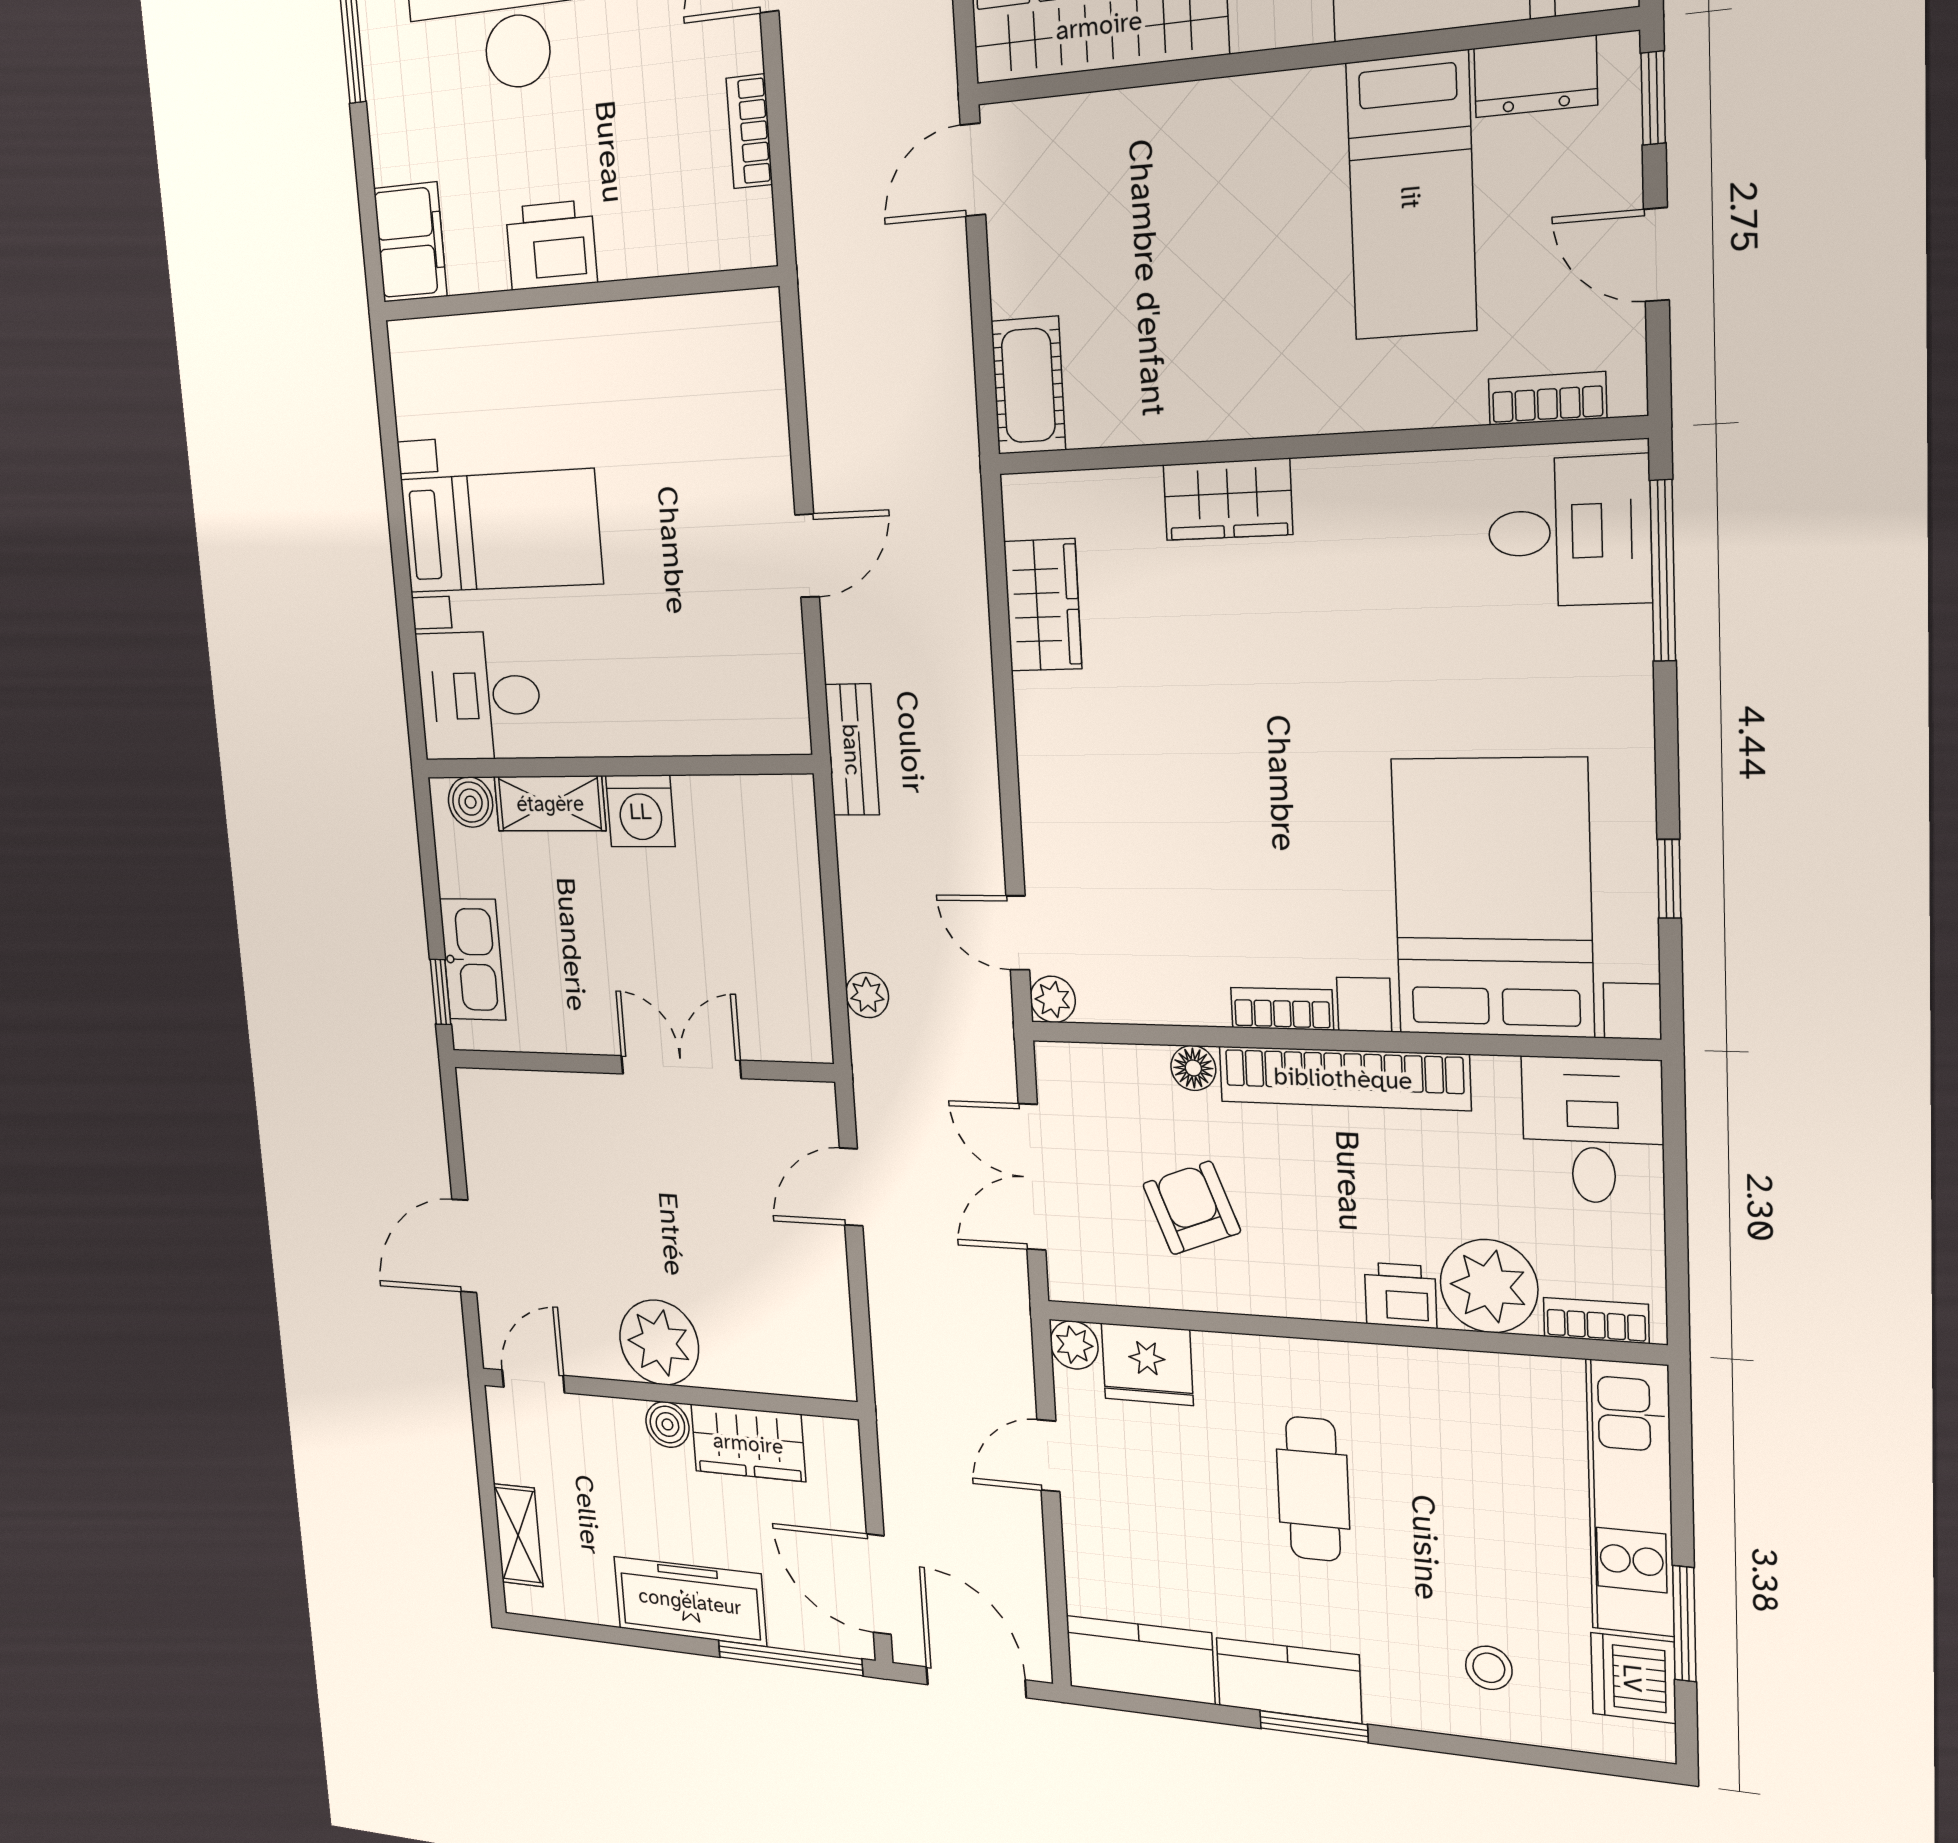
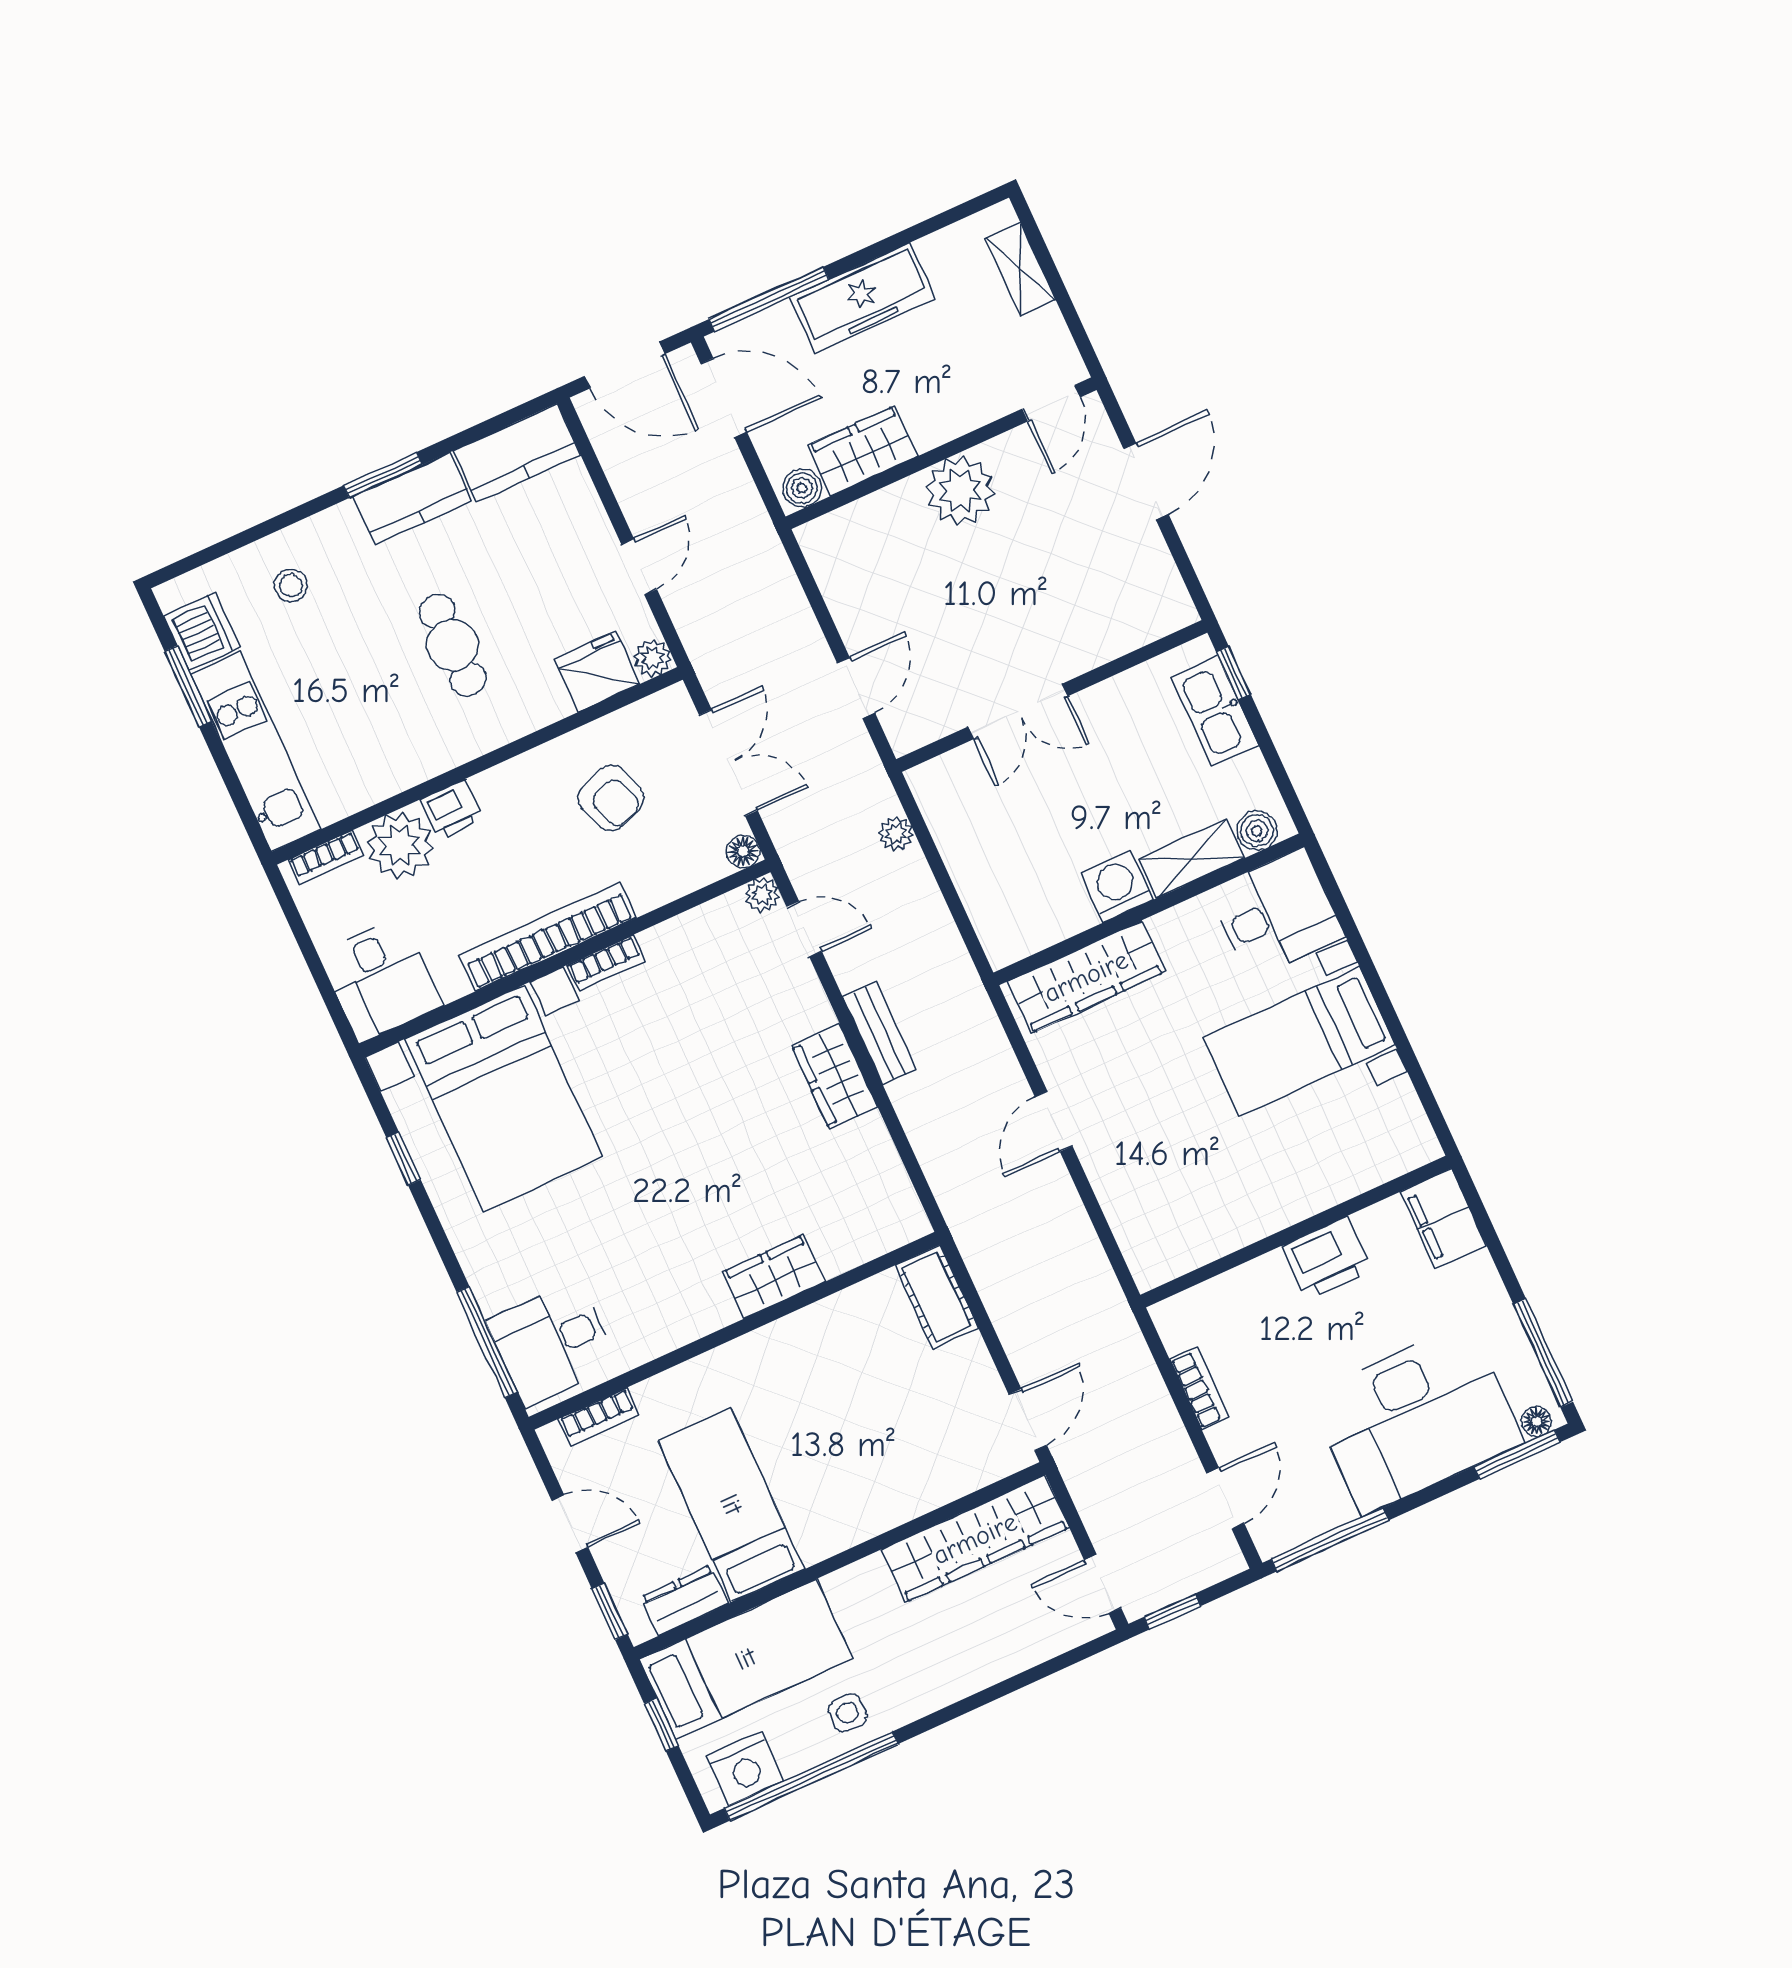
wardrobe: (1043, 605) -> (834, 1076), moved
wardrobe: (710, 718) -> (1086, 977), added
bench: (852, 750) -> (879, 1033), moved
floor lamp: (1193, 1068) -> (743, 851), moved
boiler: (667, 1424) -> (802, 488), moved

